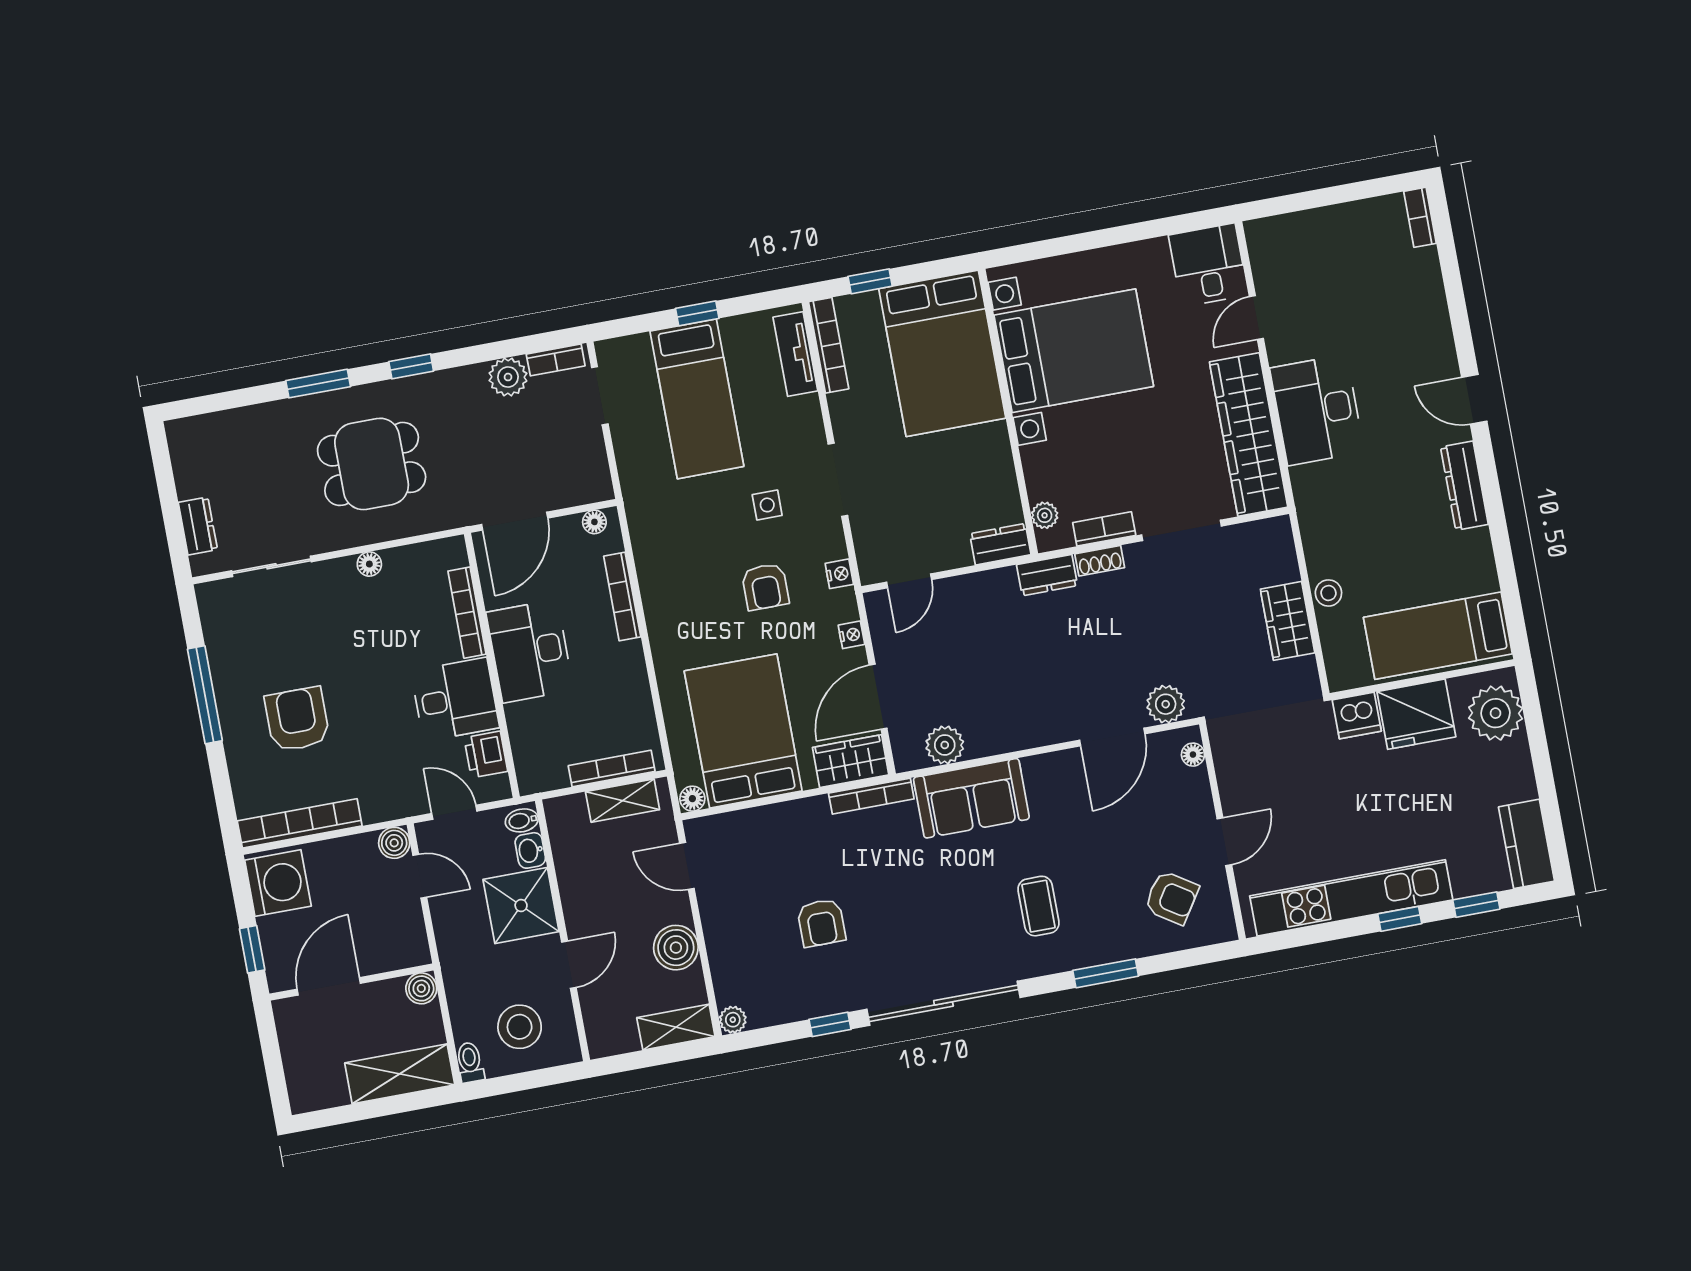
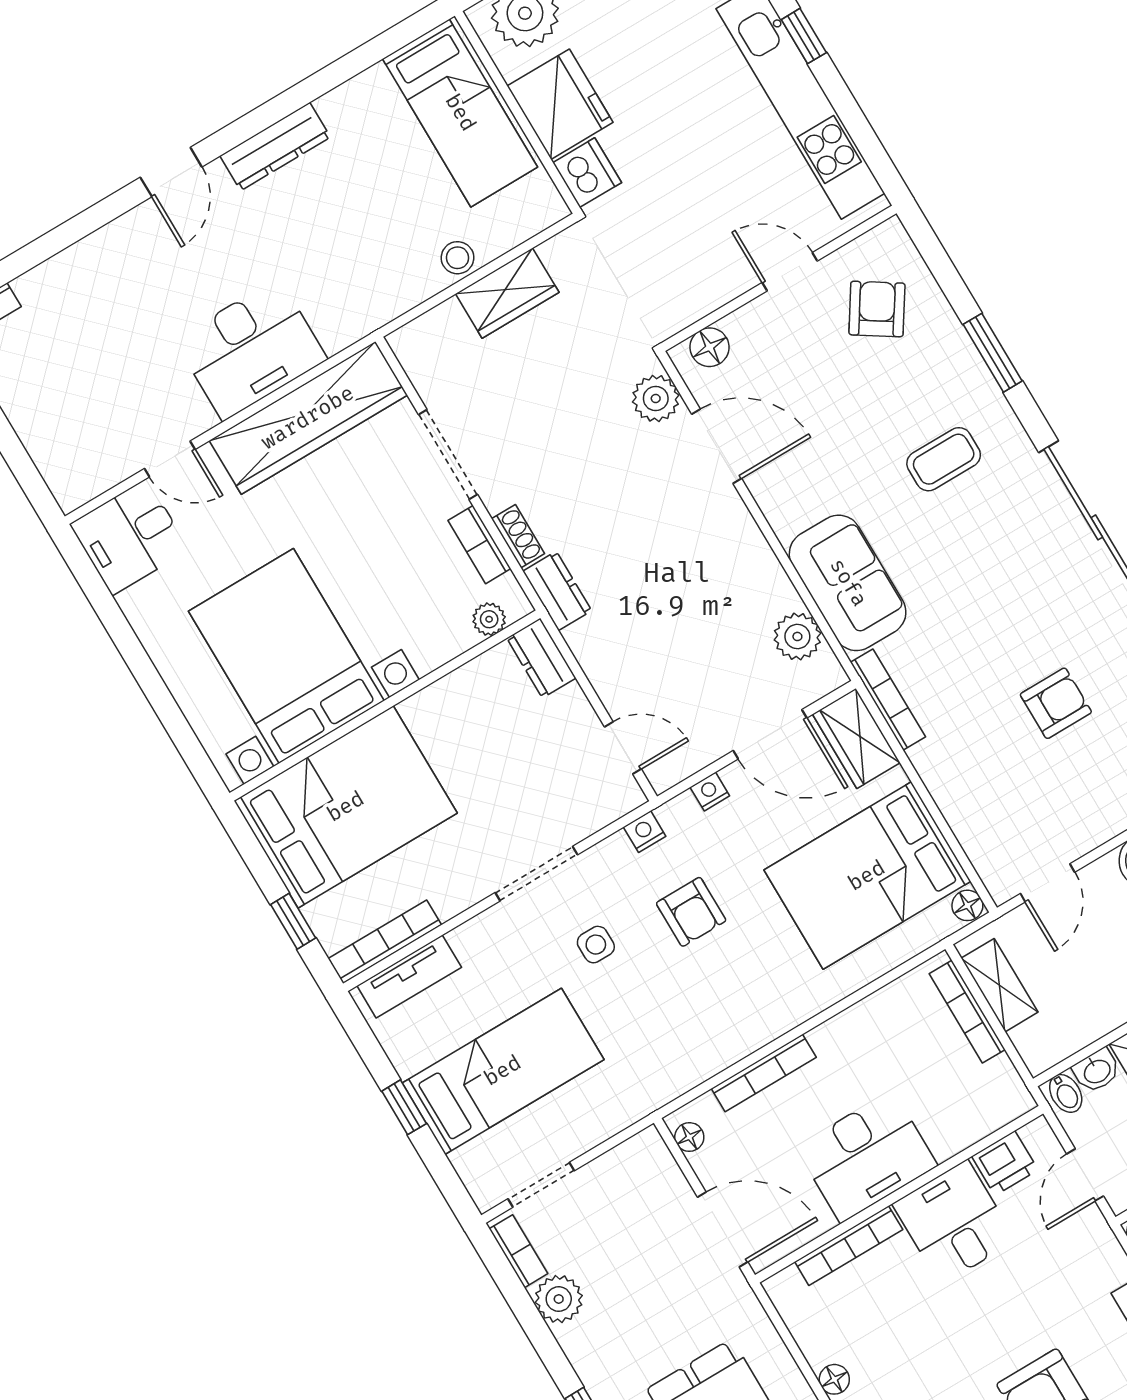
armchair: (765, 587) -> (691, 912), turned 90
floor lamp: (1193, 755) -> (710, 347), width x1.37, depth x1.37

